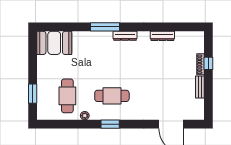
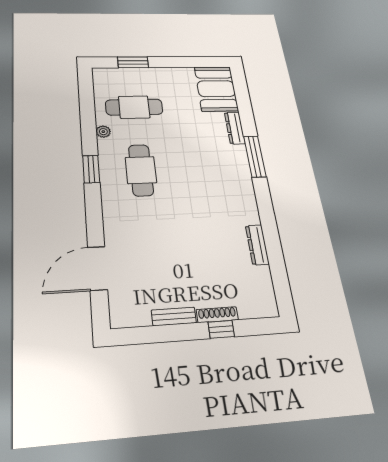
dresser: (125, 36) -> (235, 128), moved

